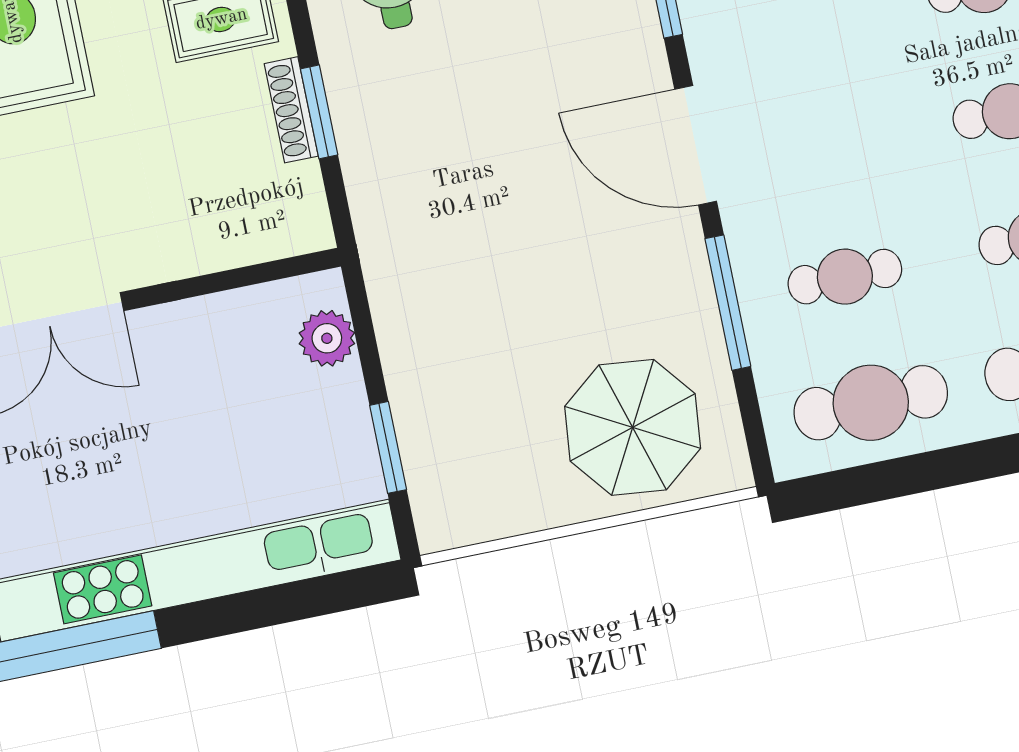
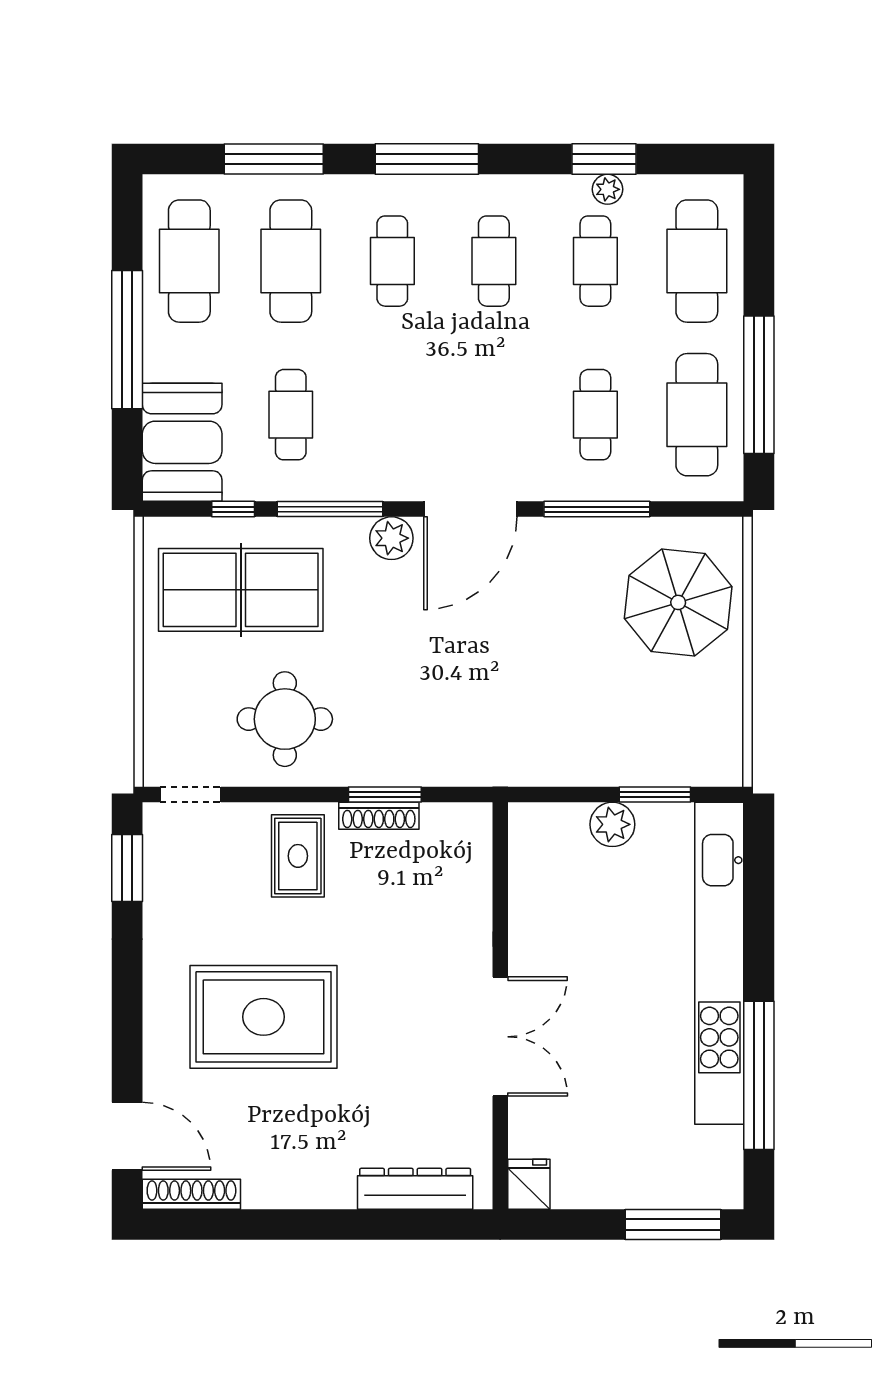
plant: (639, 55) -> (391, 538), added
plant: (327, 338) -> (612, 824), moved
window: (924, 472) -> (759, 385), added

